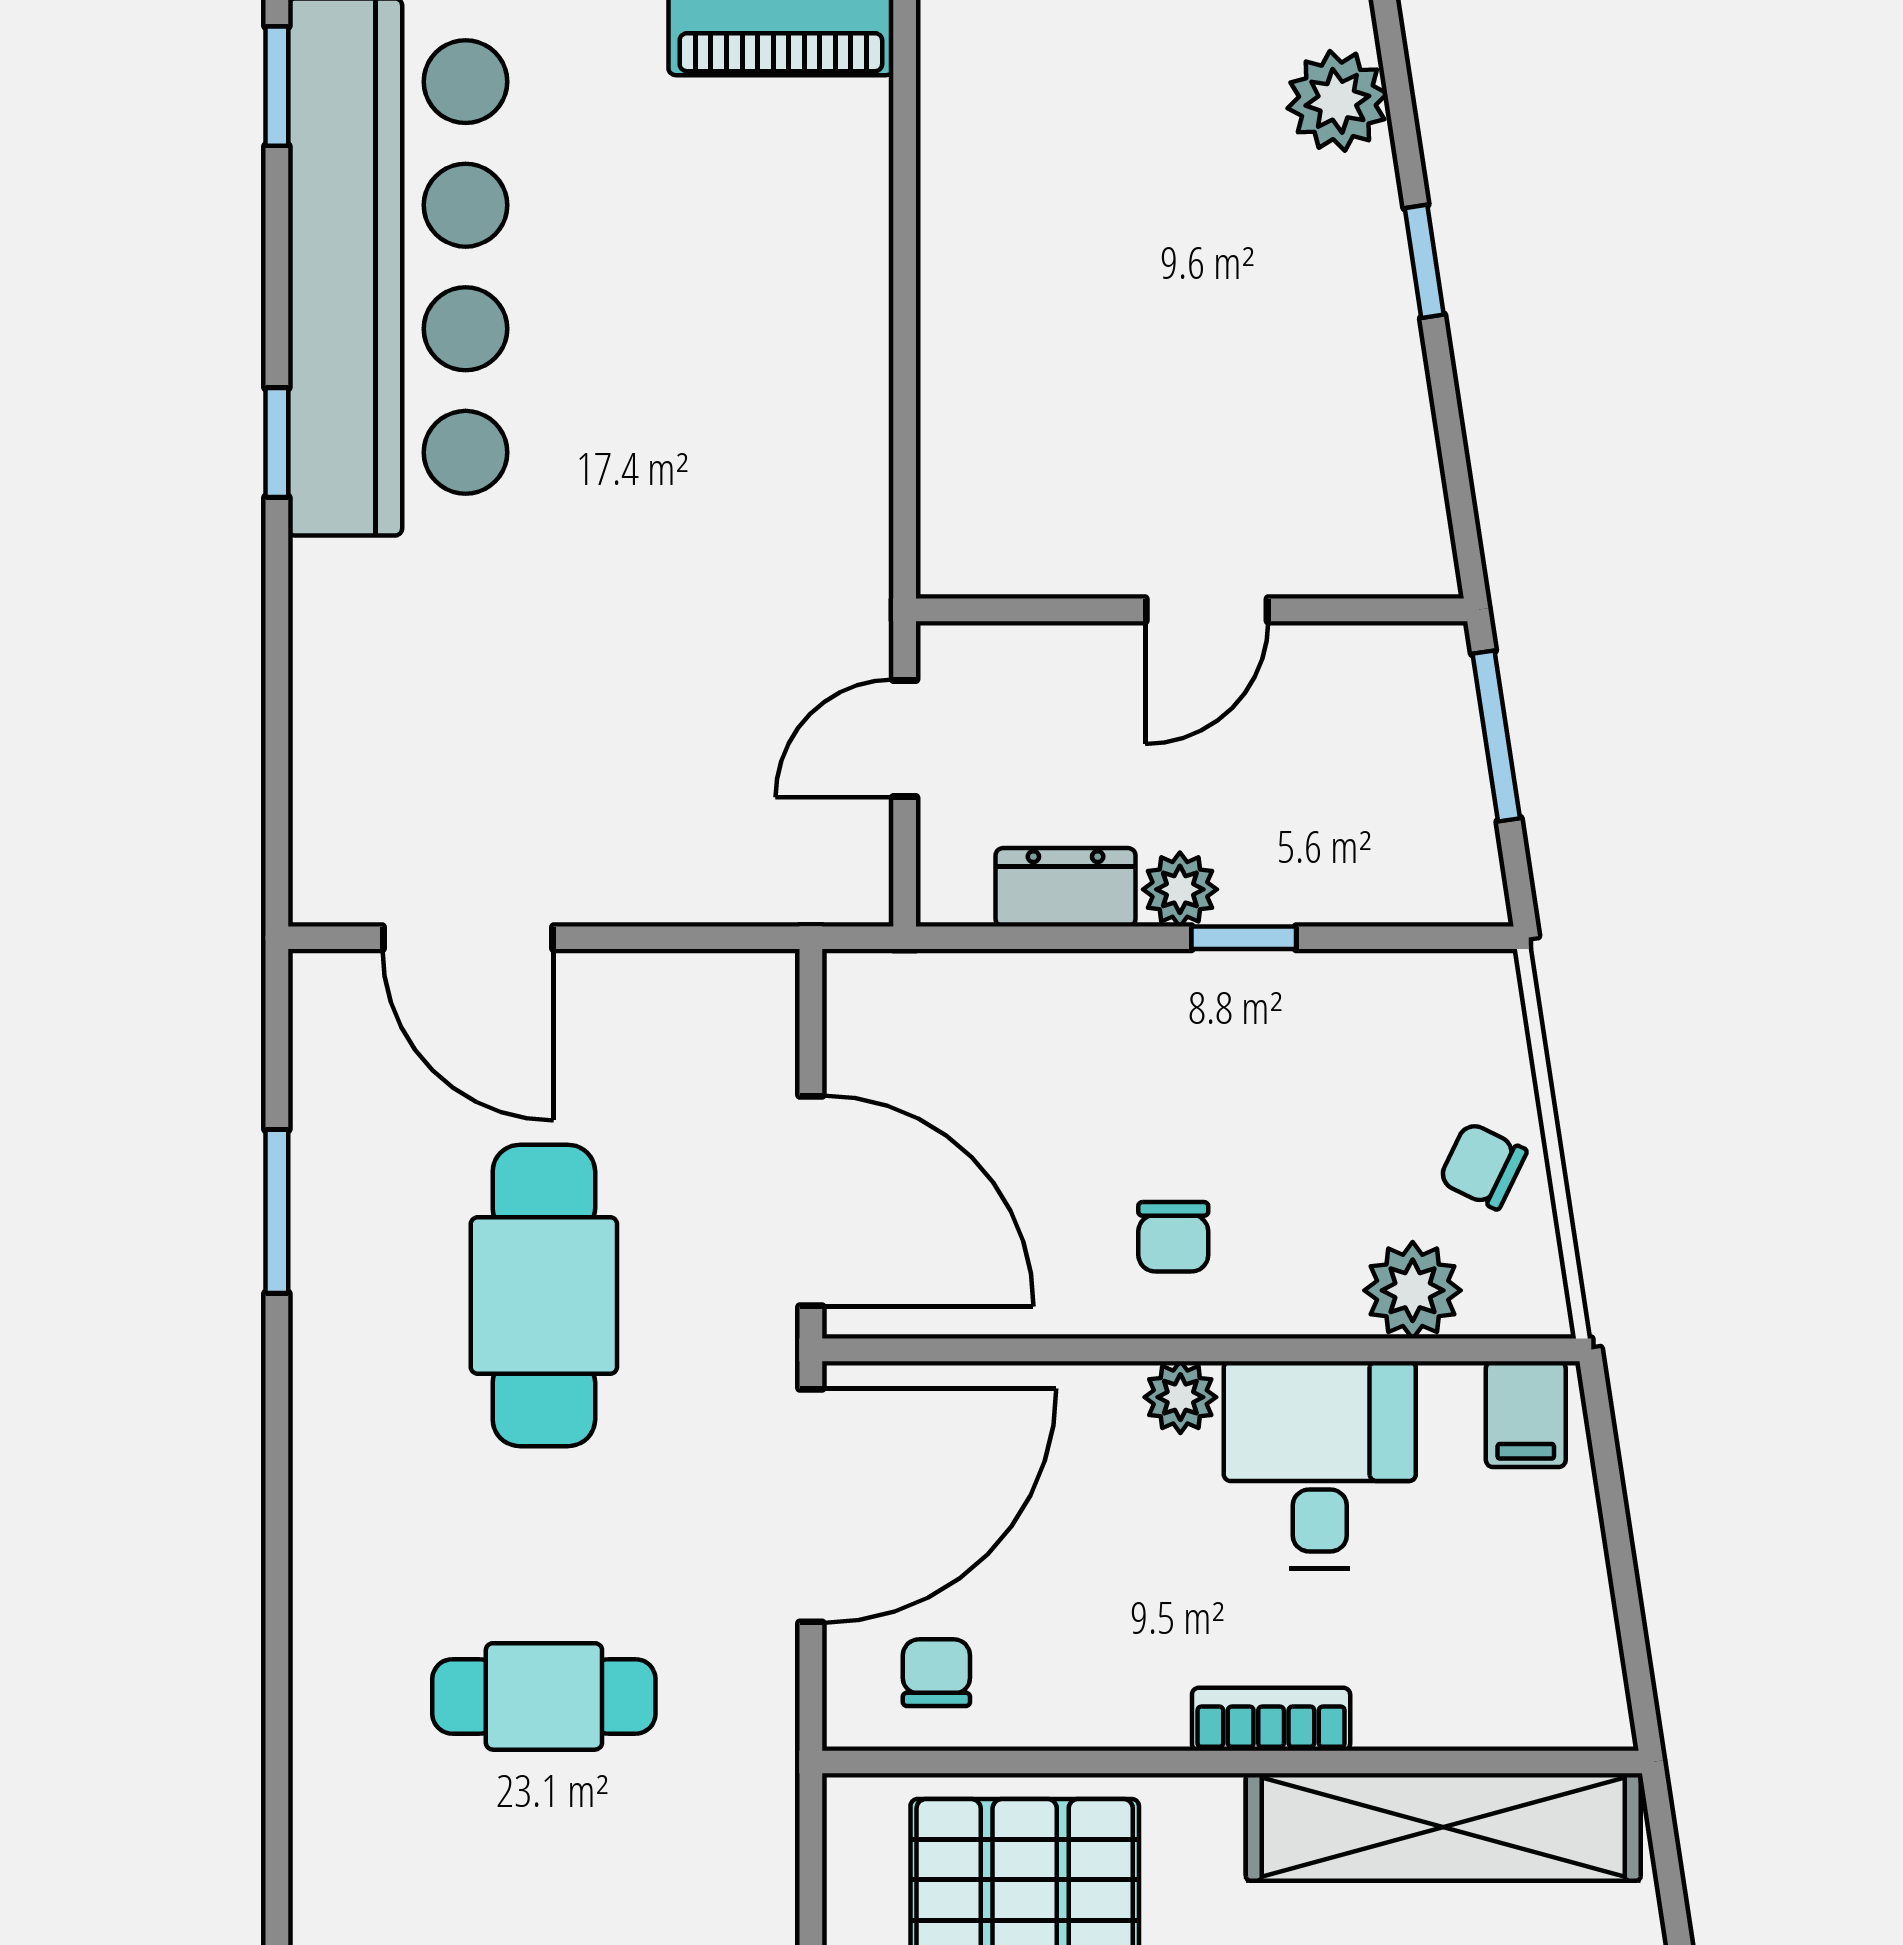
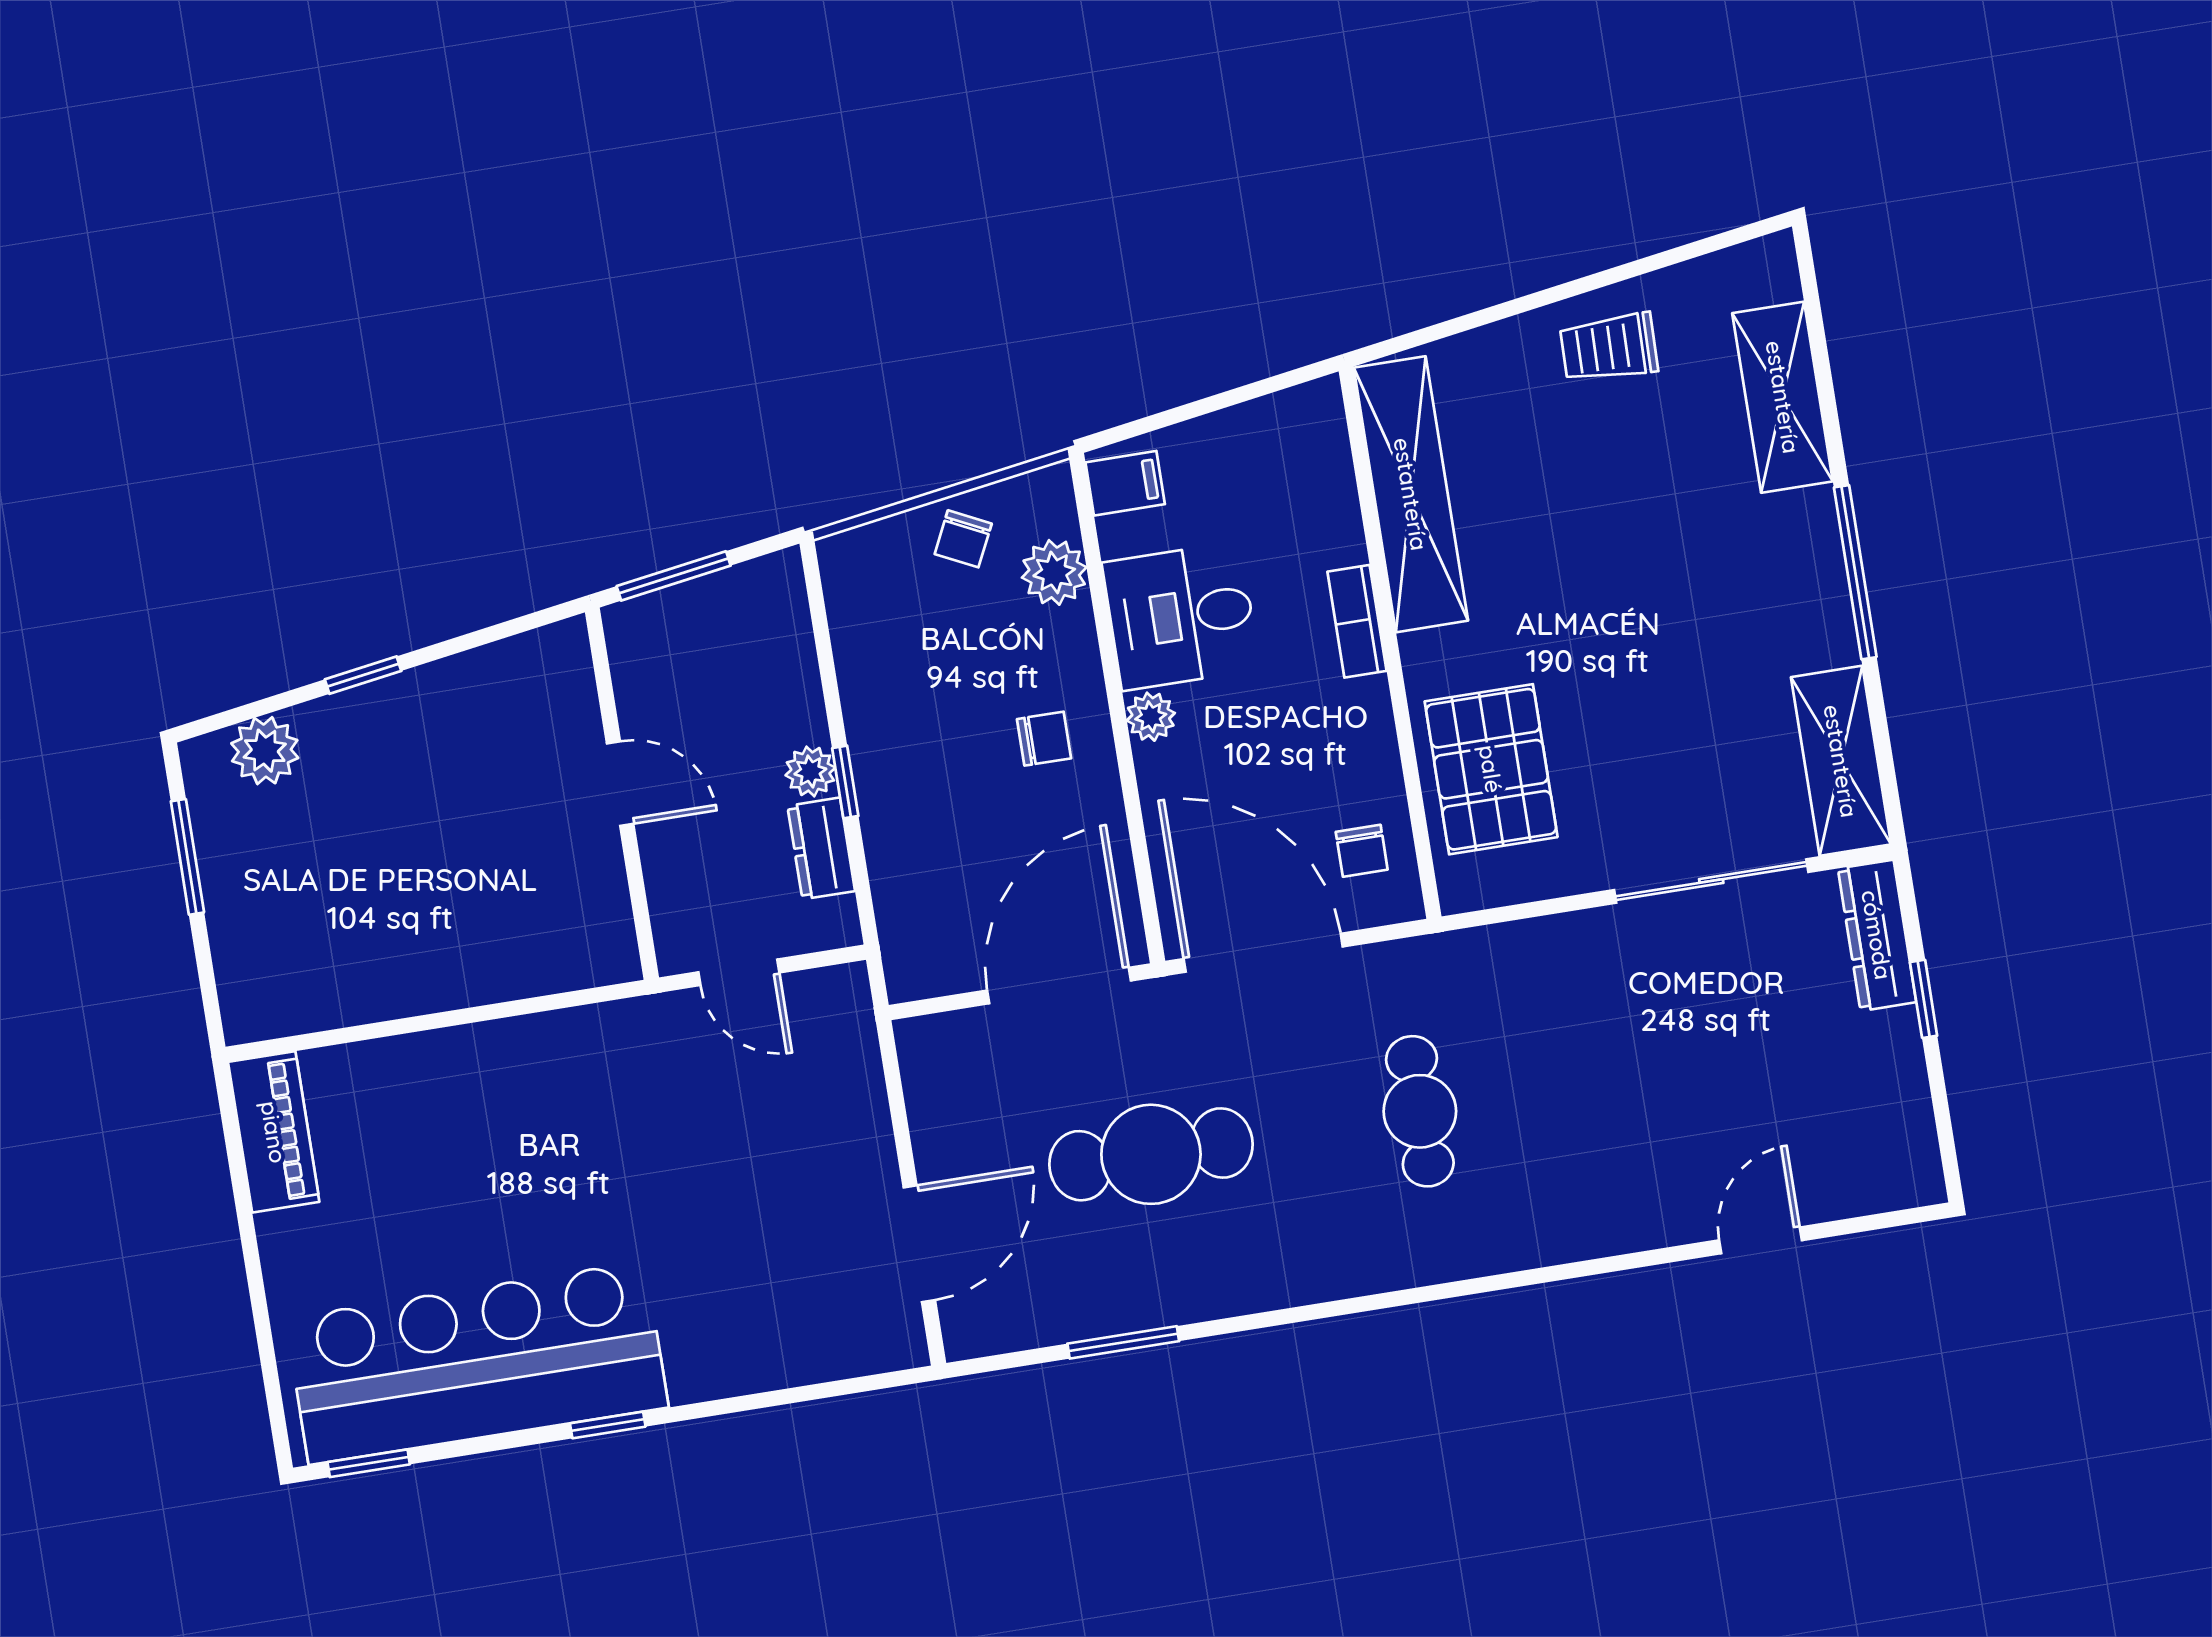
window: (1244, 938) -> (845, 782), moved
chair: (936, 1673) -> (1362, 851), turned -90

